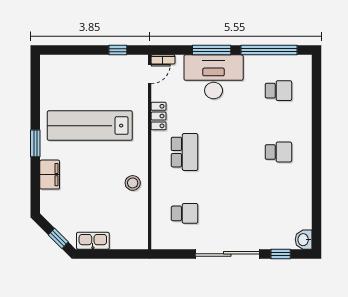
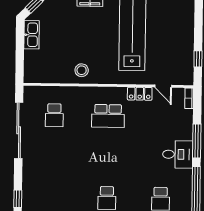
door: (150, 74) -> (163, 86), moved
desk: (214, 77) -> (178, 154), width x0.53, depth x0.77
sliding door: (227, 254) -> (19, 130), moved

